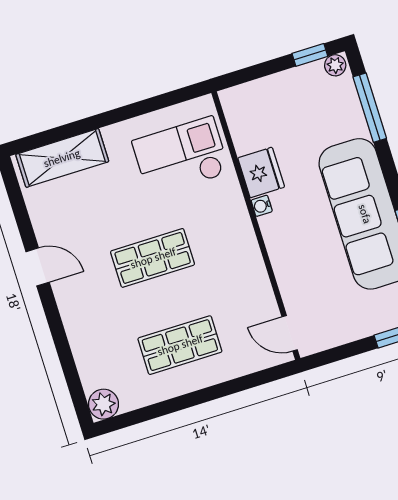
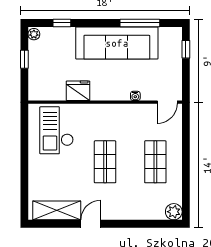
window: (310, 55) -> (24, 59), moved
window: (370, 108) -> (62, 23), width x0.46
shelving: (62, 158) -> (57, 210), moved, turned 90
water cooler: (262, 206) -> (135, 96), moved

